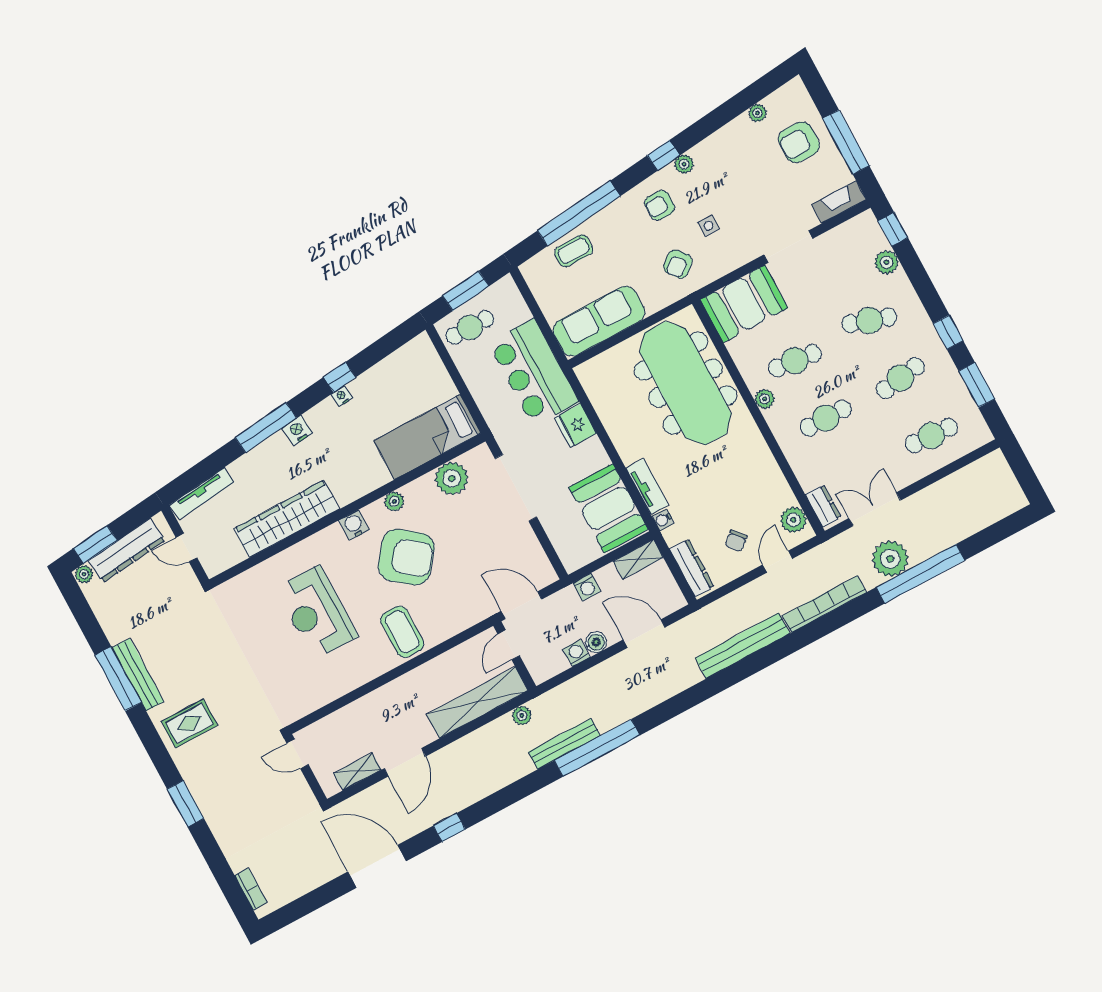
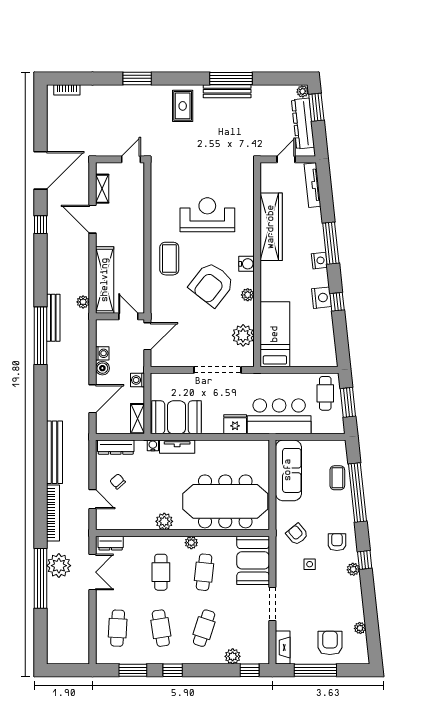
nightstand: (342, 396) -> (322, 298), width x1.89, depth x1.79
plant: (793, 520) -> (164, 521), moved
coffee table: (402, 632) -> (169, 259), turned 90

